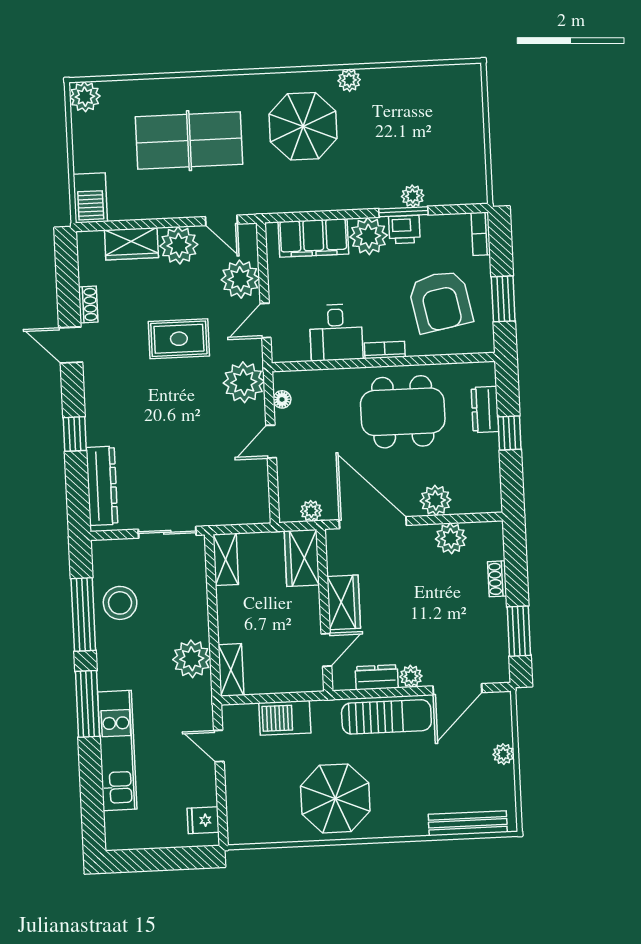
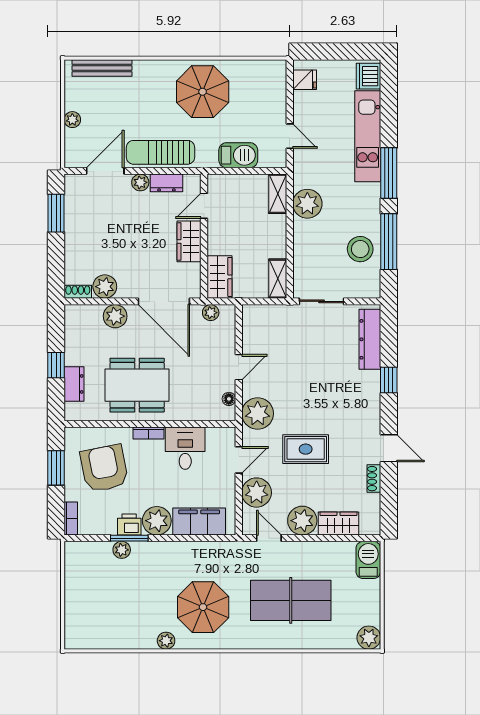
shoe rack: (497, 579) -> (78, 292), moved, turned -90
dishwasher: (120, 829) -> (368, 76), added

